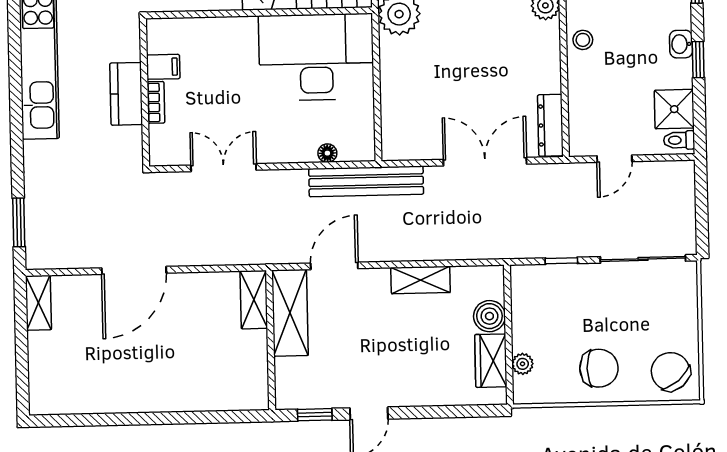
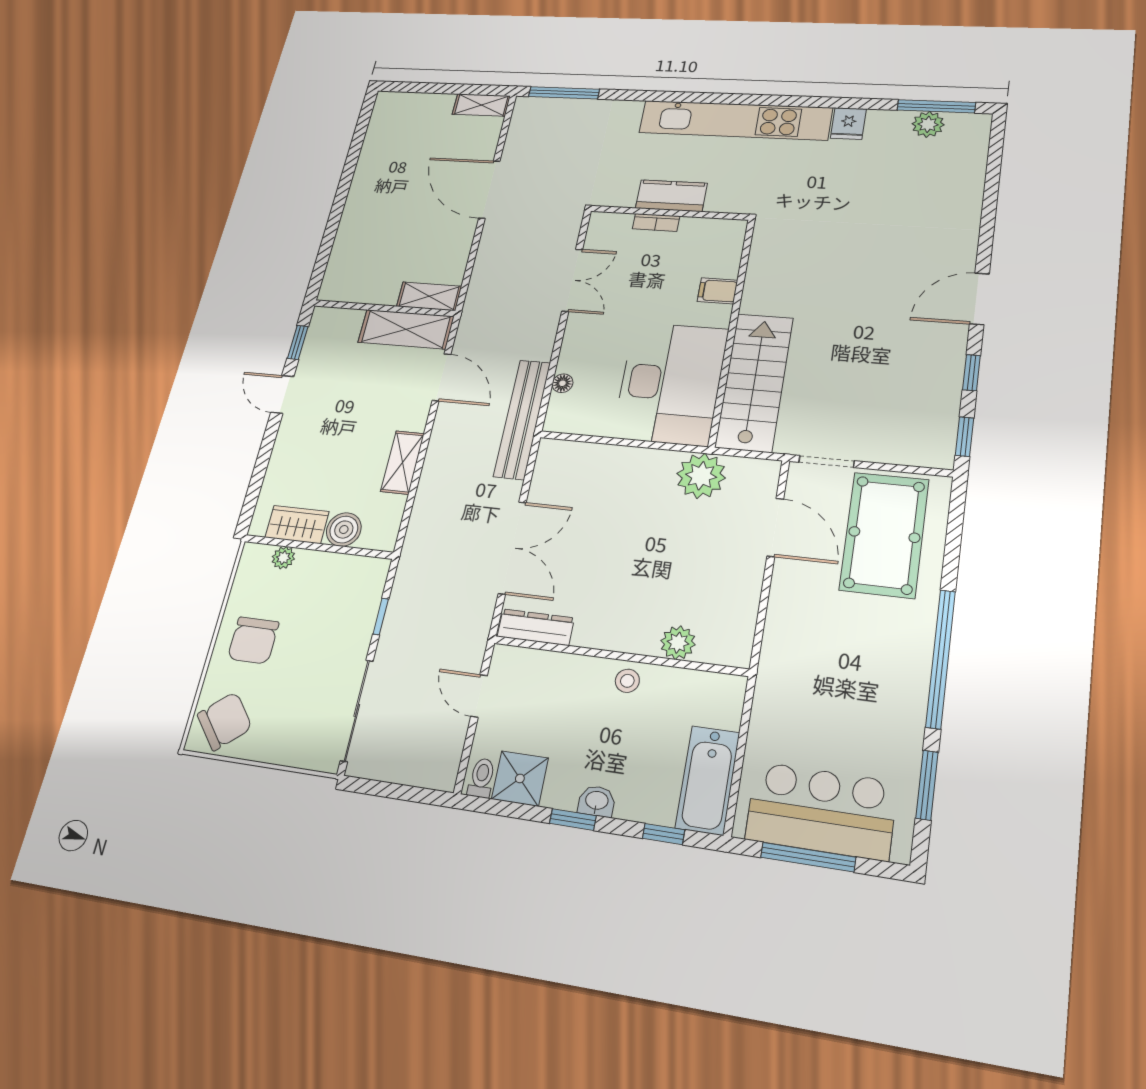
filing cabinet: (163, 67) -> (717, 291), moved, turned 90
window: (19, 222) -> (564, 93), width x1.44

